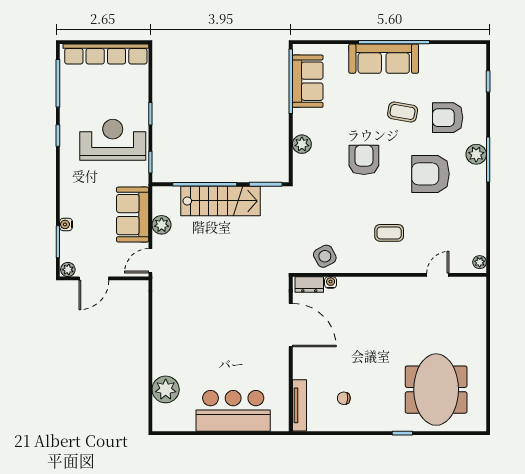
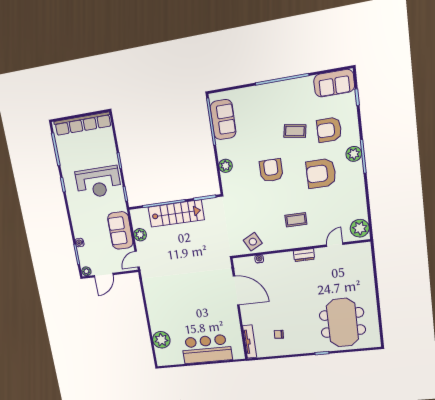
sofa: (384, 59) -> (334, 83), moved, width x0.73
reception desk: (113, 140) -> (98, 182), turned 180
plant: (480, 262) -> (360, 228), width x1.88, depth x1.88
dresser: (309, 285) -> (304, 255), moved

